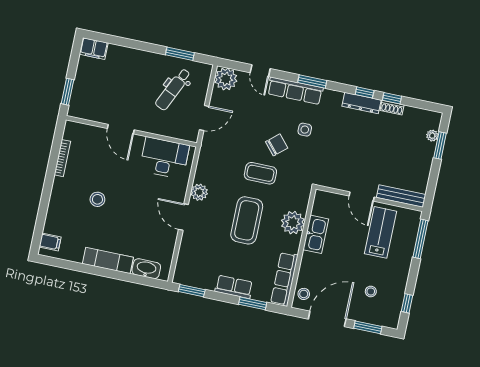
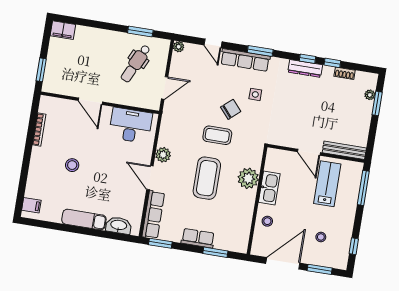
plant: (226, 79) -> (179, 47), width x0.53, depth x0.53
shoe rack: (392, 108) -> (345, 73), moved
row of seats: (284, 279) -> (153, 215), moved, turned 180
stool: (304, 294) -> (267, 221), moved

